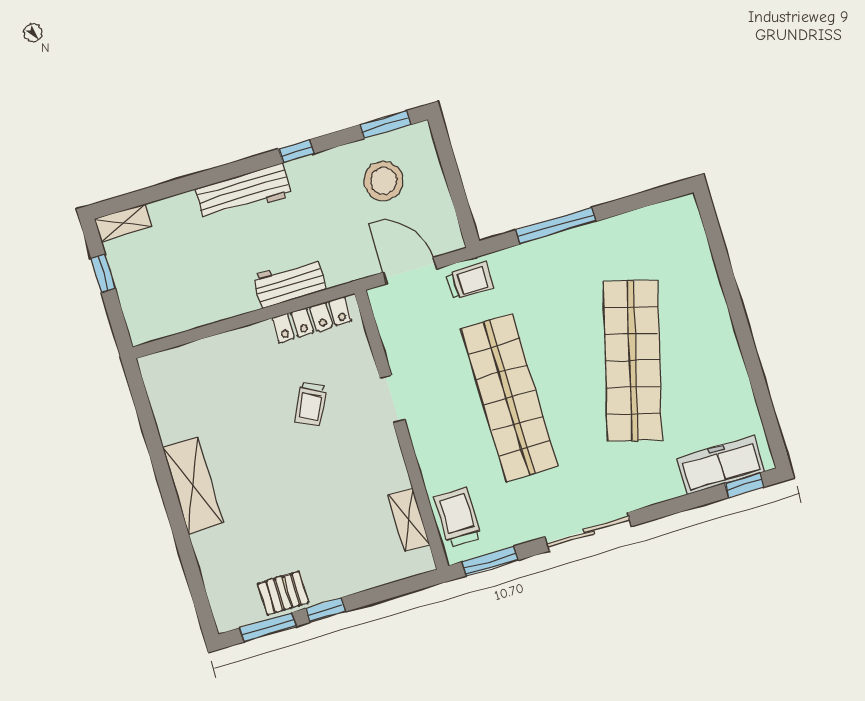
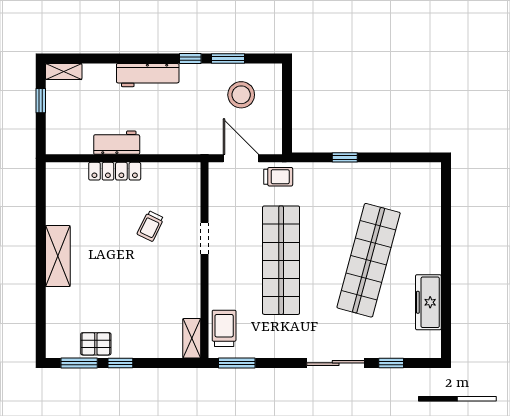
window: (385, 125) -> (228, 58), moved
window: (556, 226) -> (345, 157), width x0.46
workbench: (289, 283) -> (117, 143), moved
locker: (312, 320) -> (115, 171), moved
freezer: (721, 465) -> (428, 302), moved, turned -90
window: (745, 485) -> (391, 363), moved
shelving: (409, 520) -> (192, 338), moved
sliding door: (589, 532) -> (336, 363), moved

